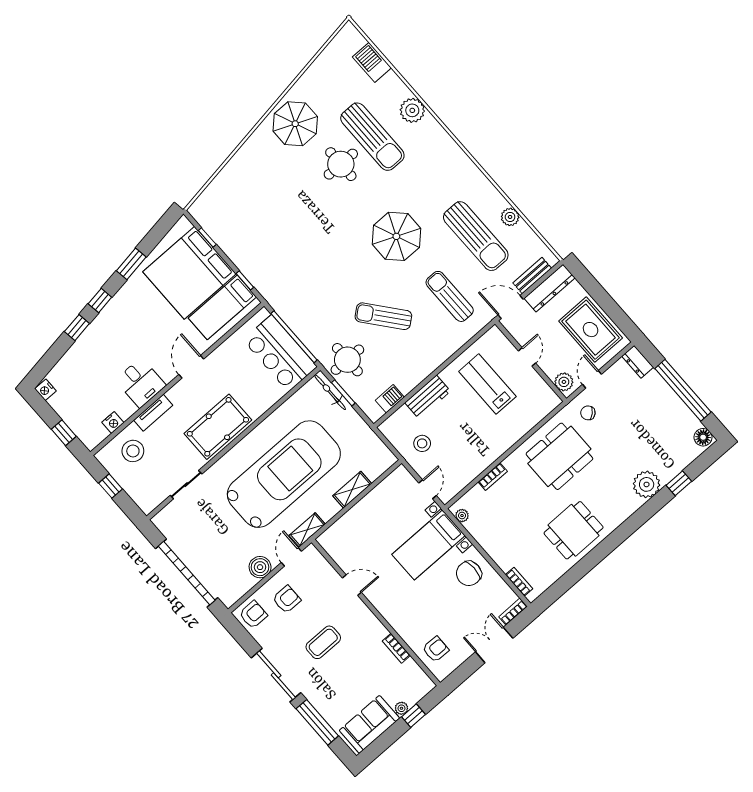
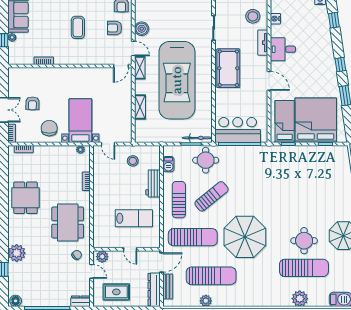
sun lounger: (372, 137) -> (304, 268), turned 180
parasol: (396, 236) -> (245, 237), width x1.36, depth x1.36
sun lounger: (476, 236) -> (211, 276), turned 180
sun lounger: (450, 296) -> (193, 237), width x1.36, depth x1.34
window: (77, 328) -> (334, 20), moved
rug: (591, 330) -> (116, 292), width x0.73, depth x0.70
sun lounger: (420, 351) -> (179, 200), added
door: (352, 585) -> (121, 66), moved
armchair: (287, 599) -> (114, 28), turned 90
armchair: (436, 649) -> (32, 103), moved

